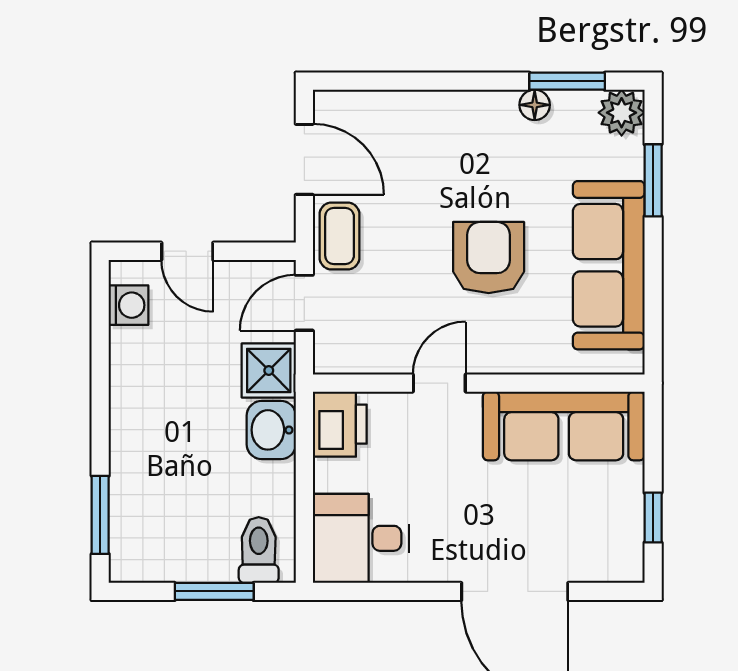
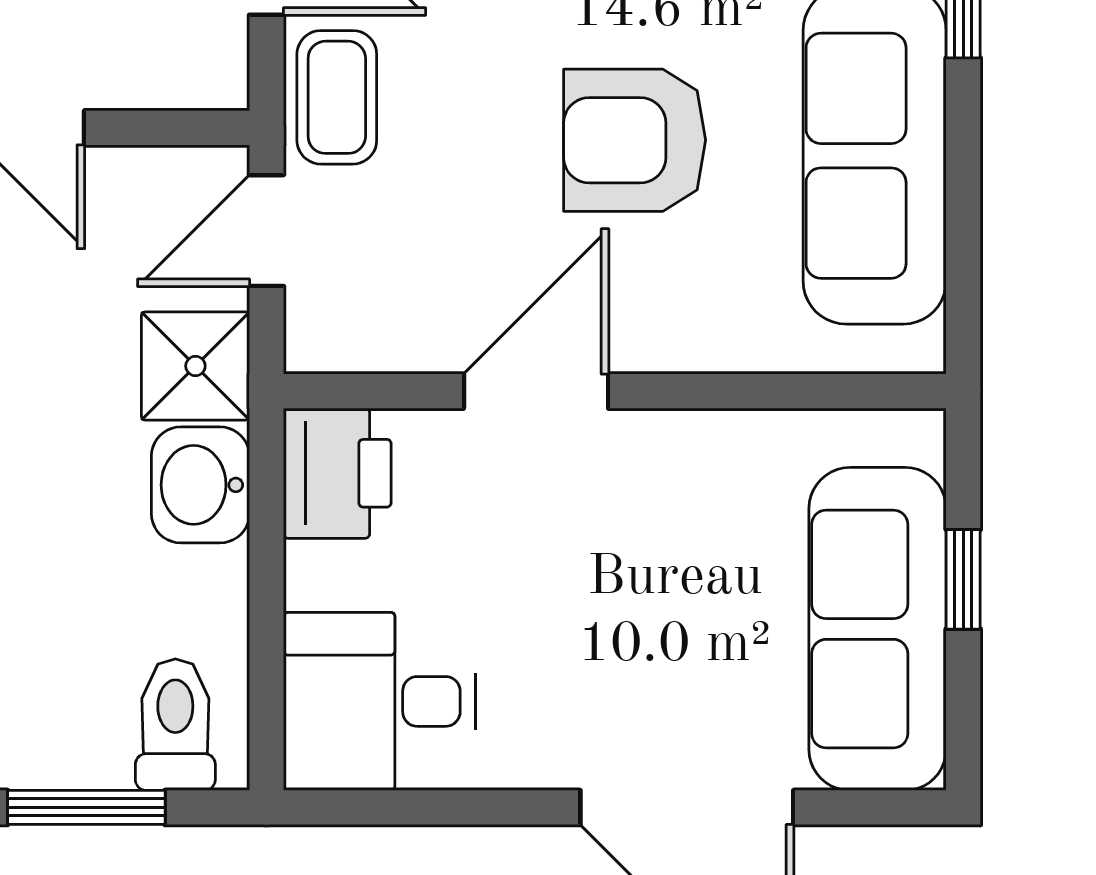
armchair: (489, 257) -> (635, 140), turned -90
door: (439, 383) -> (536, 391), width x1.38
sofa: (564, 426) -> (878, 629), moved, turned 90
window: (653, 518) -> (963, 579), moved

